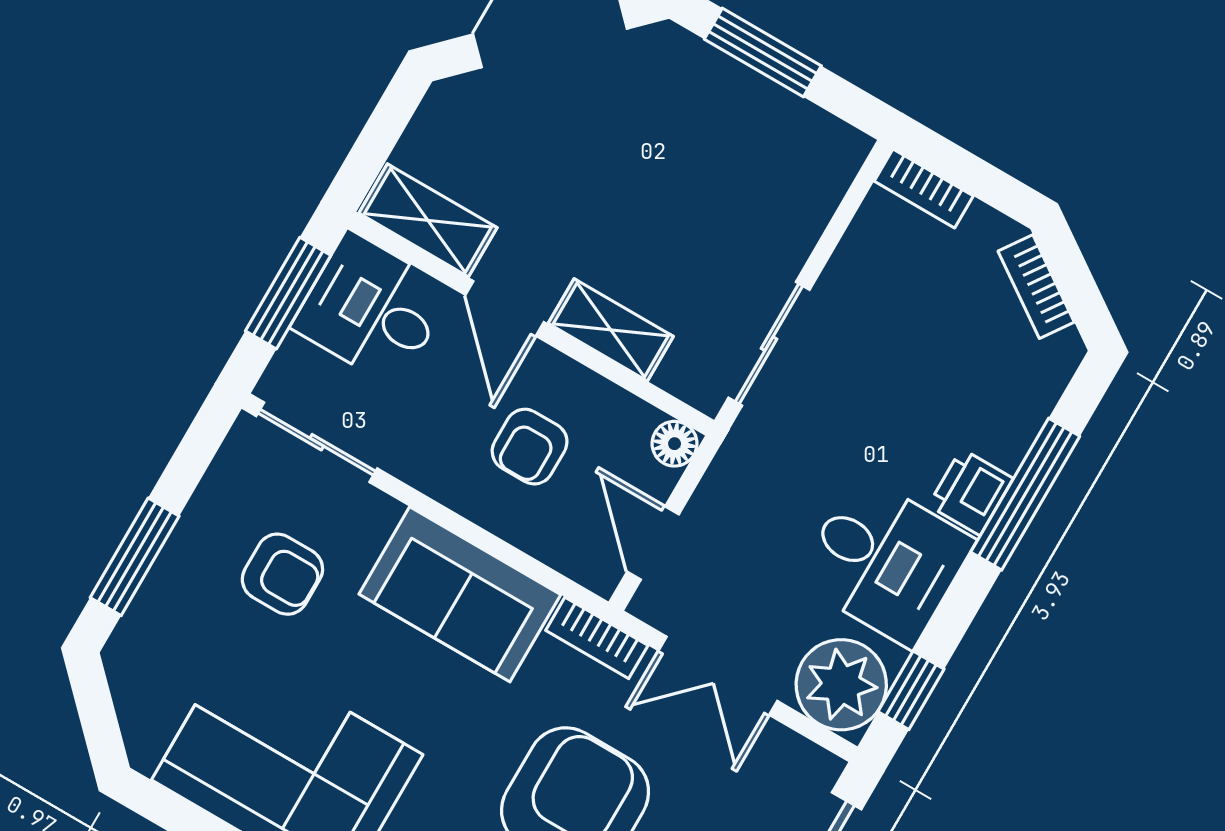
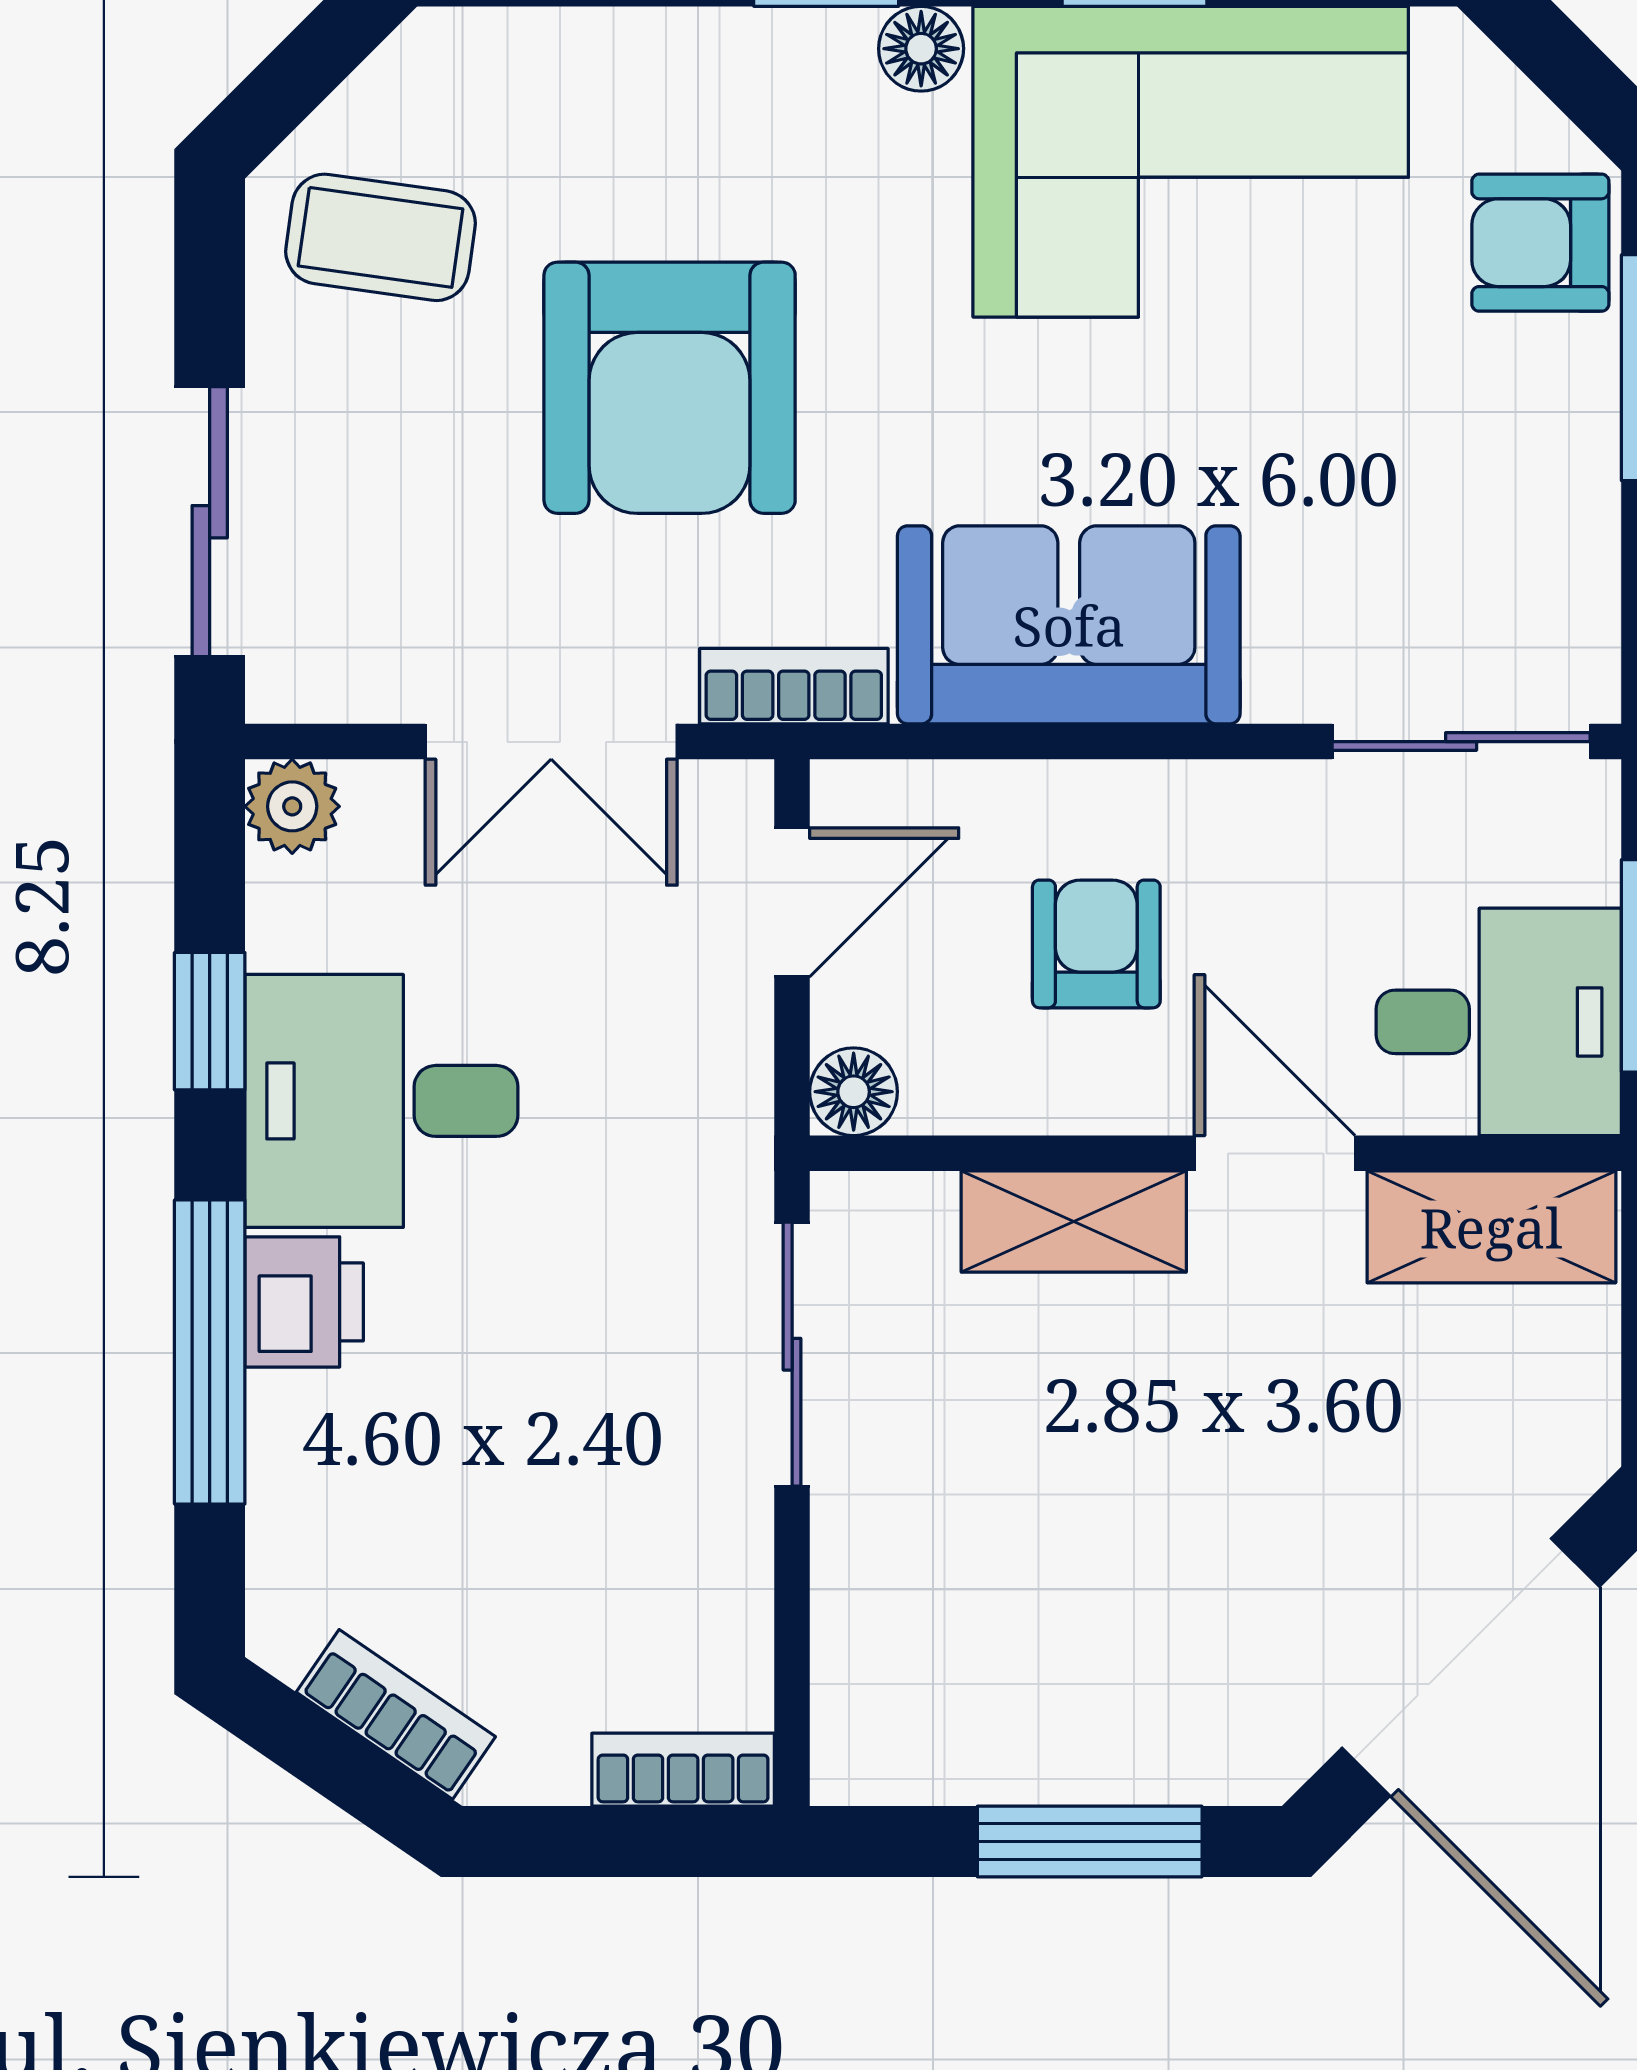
door: (653, 543) -> (792, 902), hinge flipped
armchair: (282, 574) -> (1540, 243), moved
double door: (718, 676) -> (551, 742), swing flipped
plant: (841, 685) -> (292, 806), width x0.53, depth x0.53
window: (911, 690) -> (210, 1021), moved

